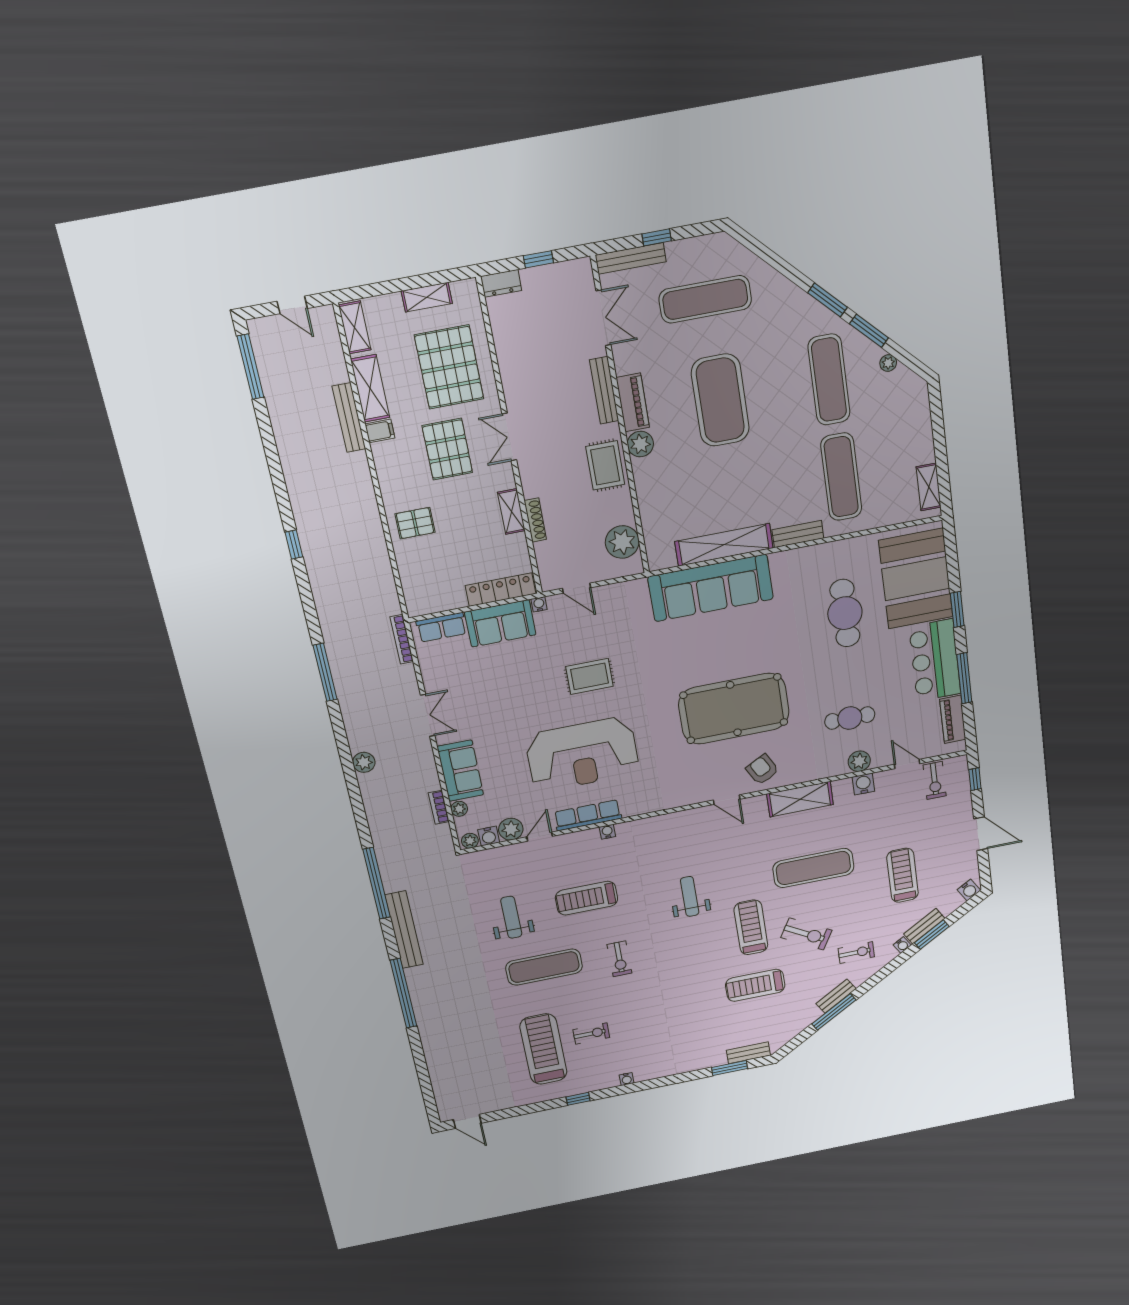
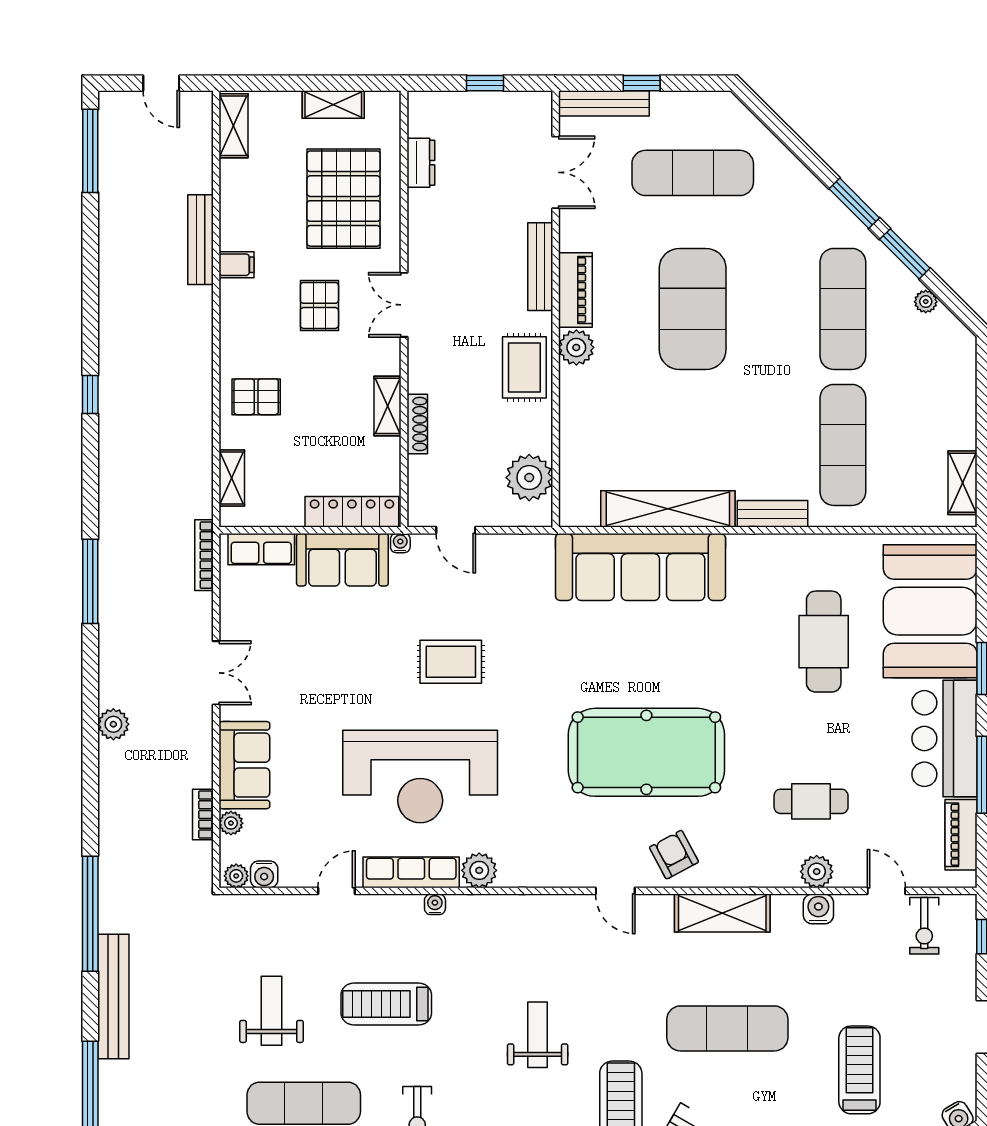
dresser: (501, 283) -> (421, 163), moved, turned -90
shelving: (370, 388) -> (232, 478), moved, width x0.67, depth x0.75
pallet: (447, 449) -> (319, 305), width x0.67, depth x0.71
plant: (511, 829) -> (479, 870), moved

